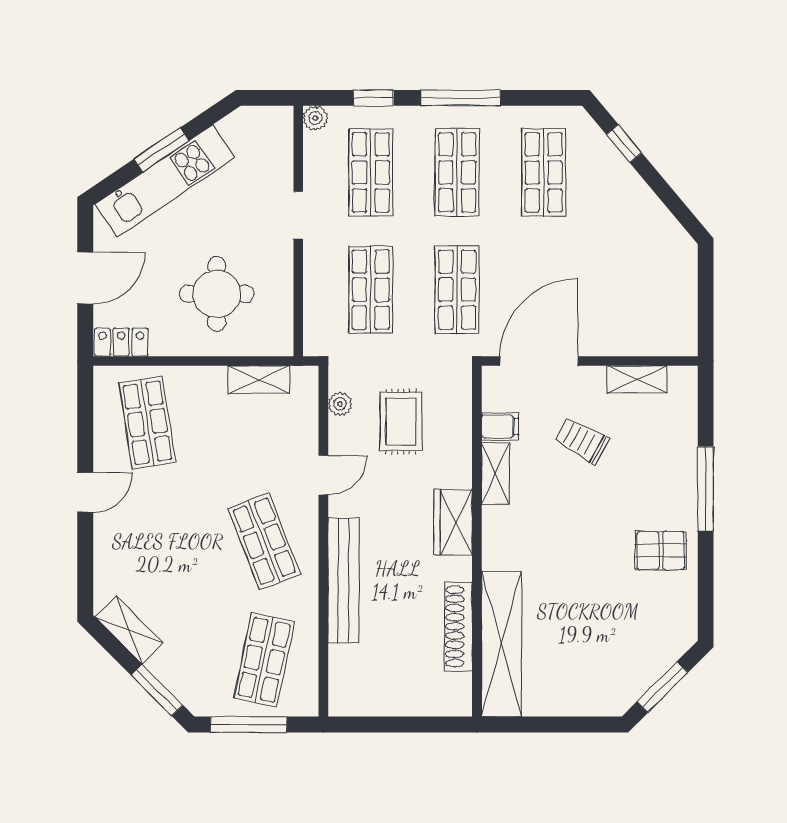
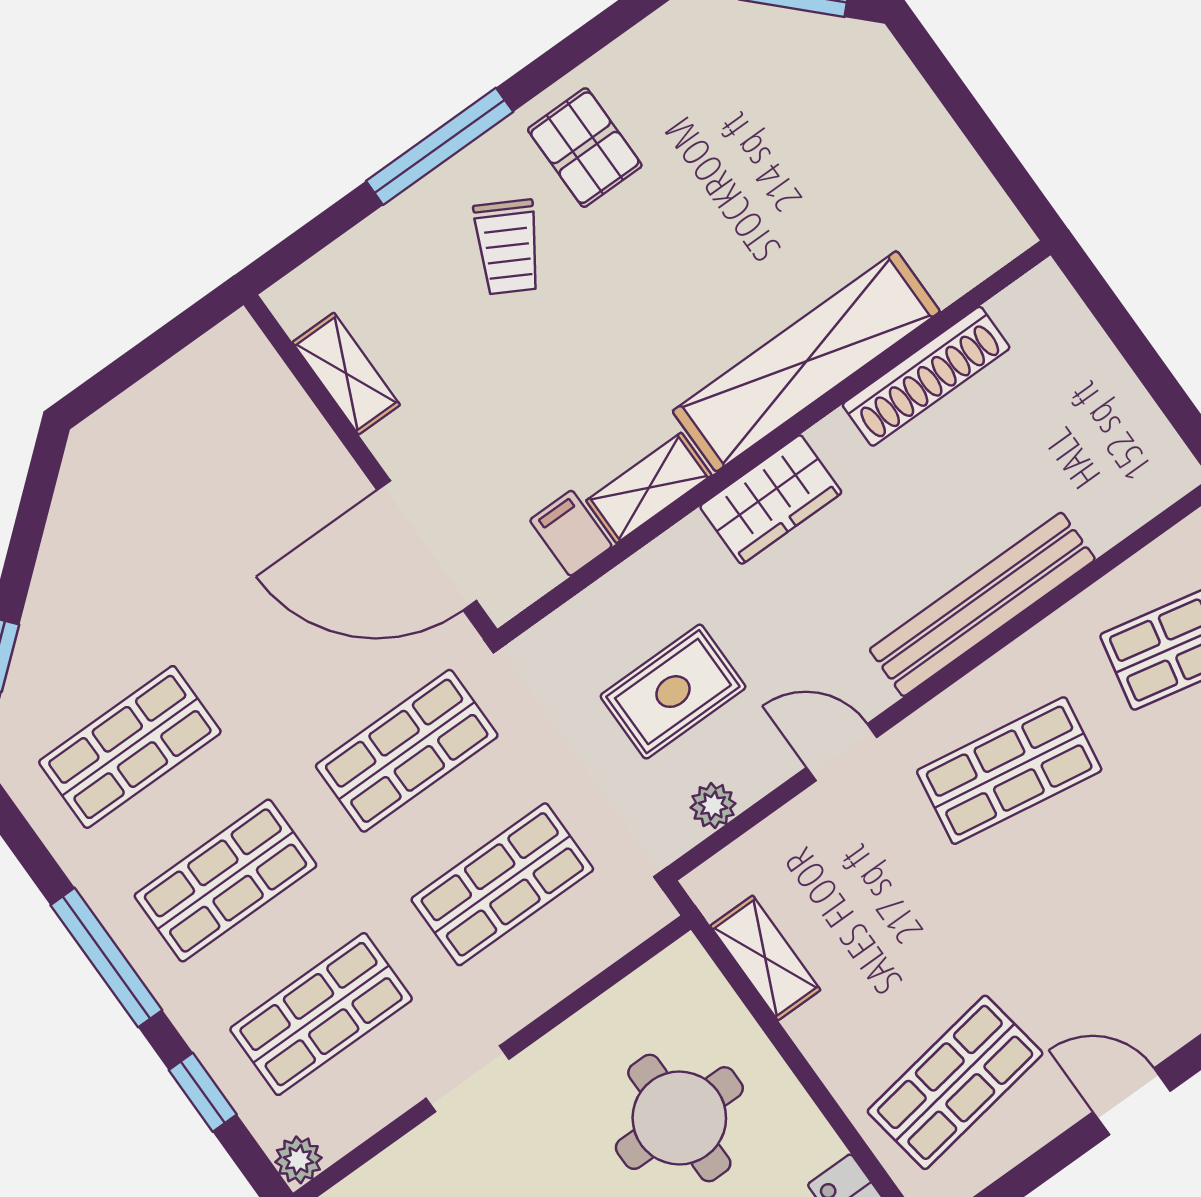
trolley: (582, 440) -> (508, 247), moved
shop shelf: (264, 541) -> (1009, 771), turned 30
shelving: (501, 644) -> (806, 361), moved

